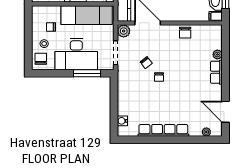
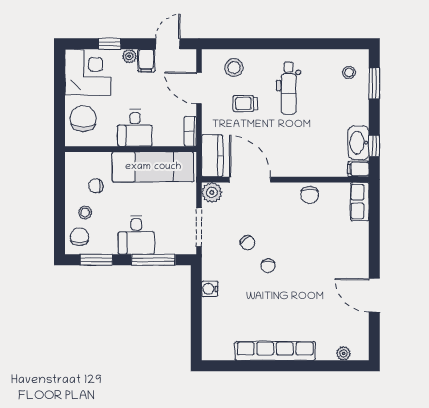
desk: (76, 54) -> (136, 235), width x0.53, depth x0.77
plant: (217, 55) -> (361, 230), removed
row of seats: (216, 72) -> (360, 202), moved
window: (51, 73) -> (96, 260), added
door: (226, 112) -> (374, 295), moved
water cooler: (122, 121) -> (210, 289), moved

